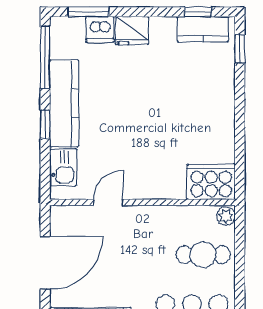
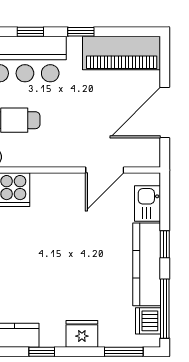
window: (198, 12) -> (42, 352), moved
dishwasher: (100, 29) -> (148, 321), moved, turned -90
door: (108, 202) -> (105, 170), width x1.38

